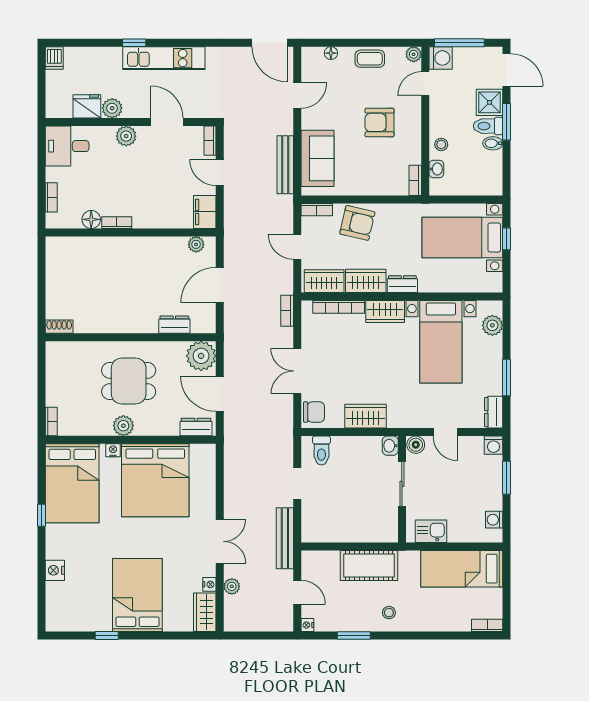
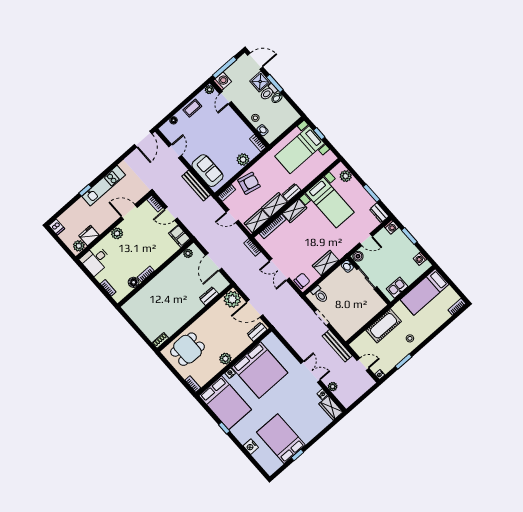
door: (269, 43) -> (143, 139), hinge flipped
plant: (112, 108) -> (79, 246), moved
armchair: (380, 122) -> (221, 132), removed
plant: (377, 185) -> (243, 160), added
dining table: (129, 381) -> (187, 349), moved
bed: (137, 595) -> (281, 439), moved

